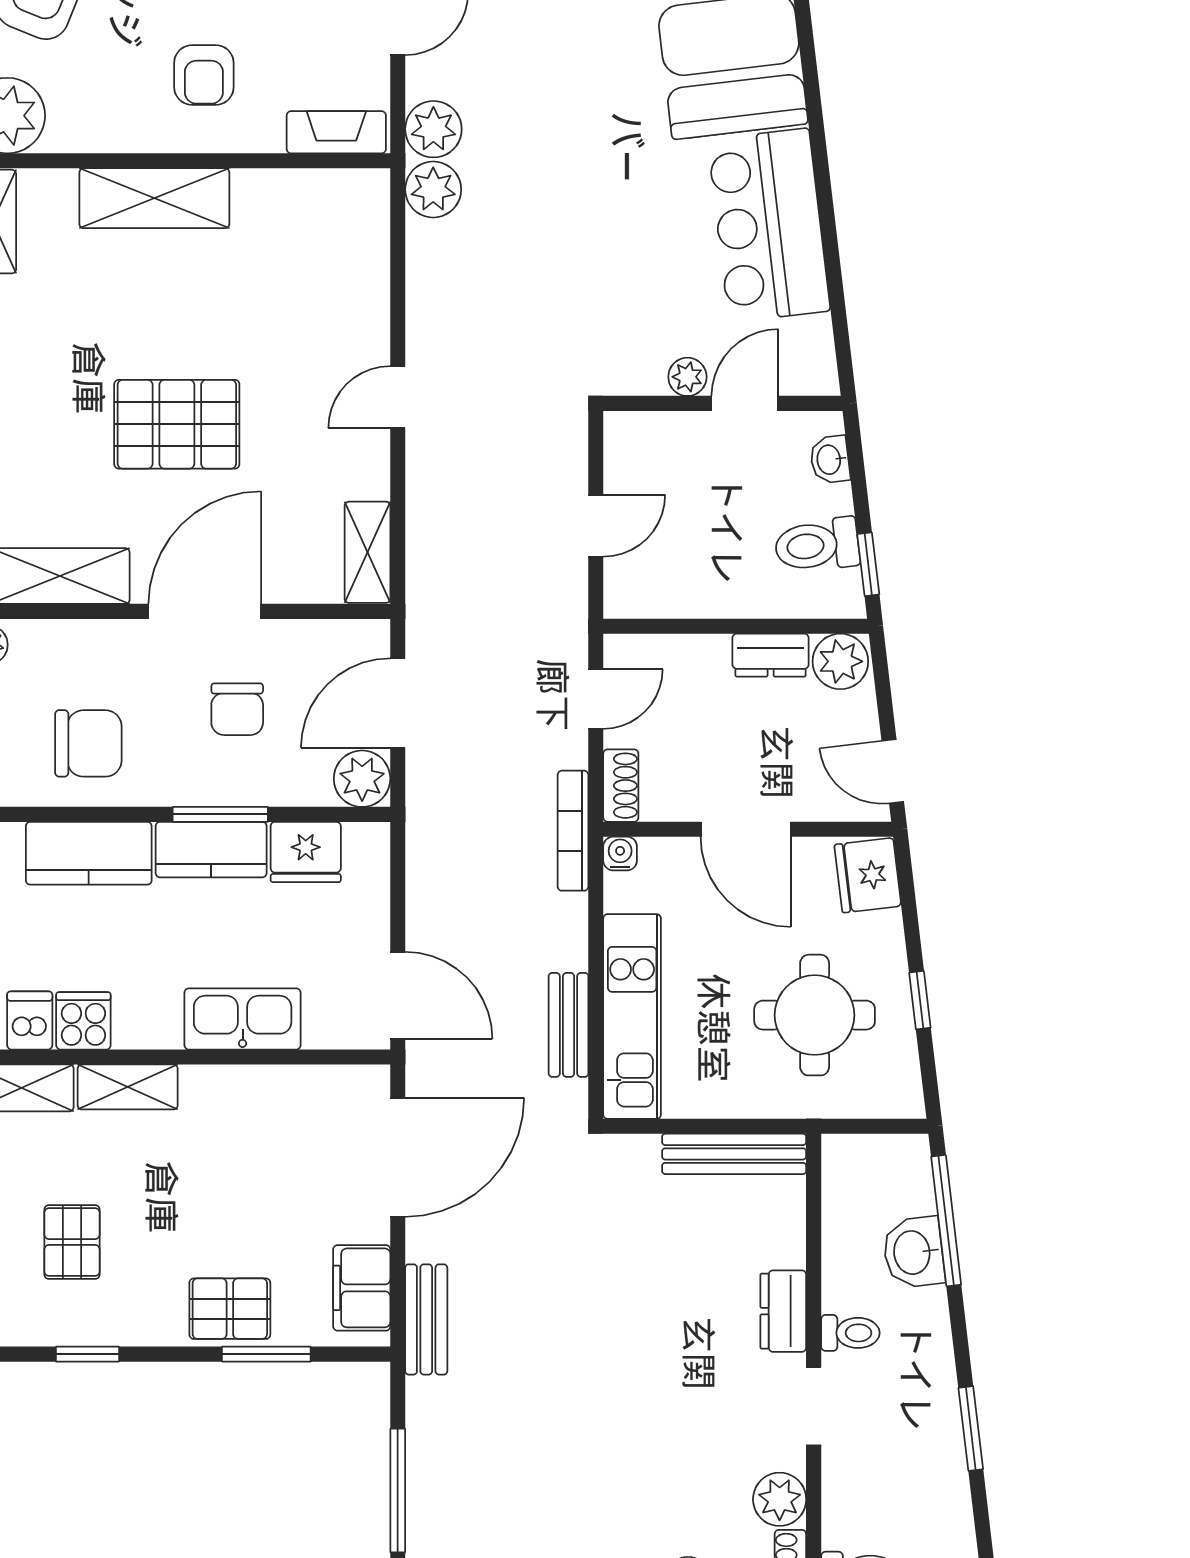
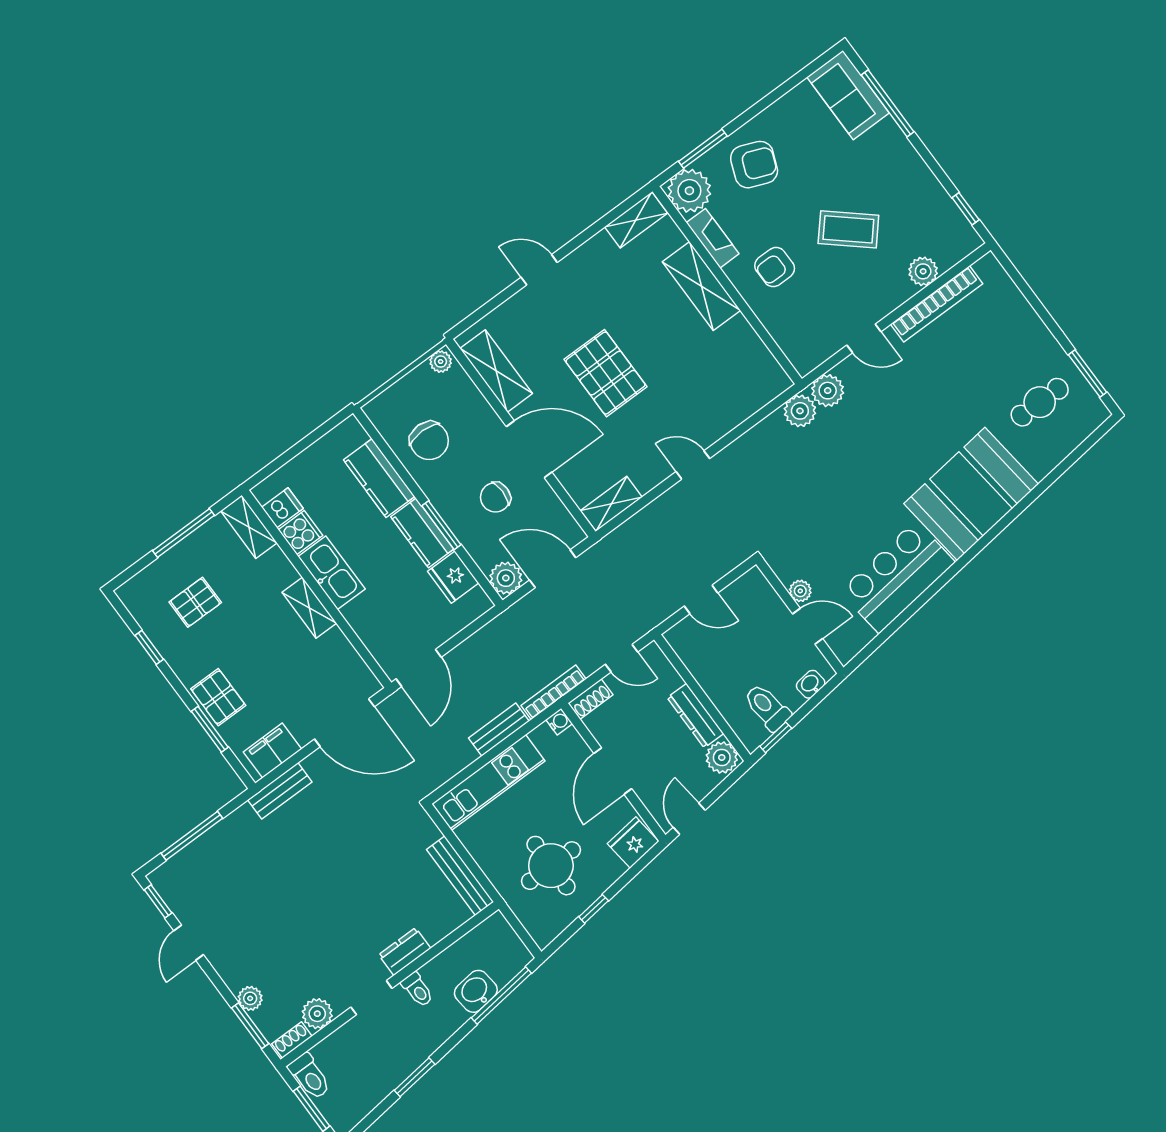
fireplace: (336, 132) -> (713, 238), moved
dresser: (771, 655) -> (695, 716), width x1.44
kitchen sink: (243, 1019) -> (332, 573), moved
bench: (569, 1025) -> (499, 730), moved
shelving: (128, 1087) -> (309, 608), moved

